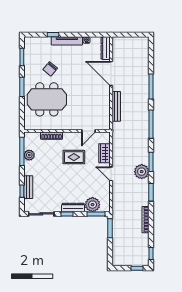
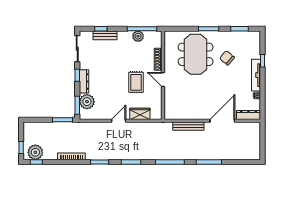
door: (88, 131) -> (163, 80), moved
plant: (142, 172) -> (35, 152), moved

